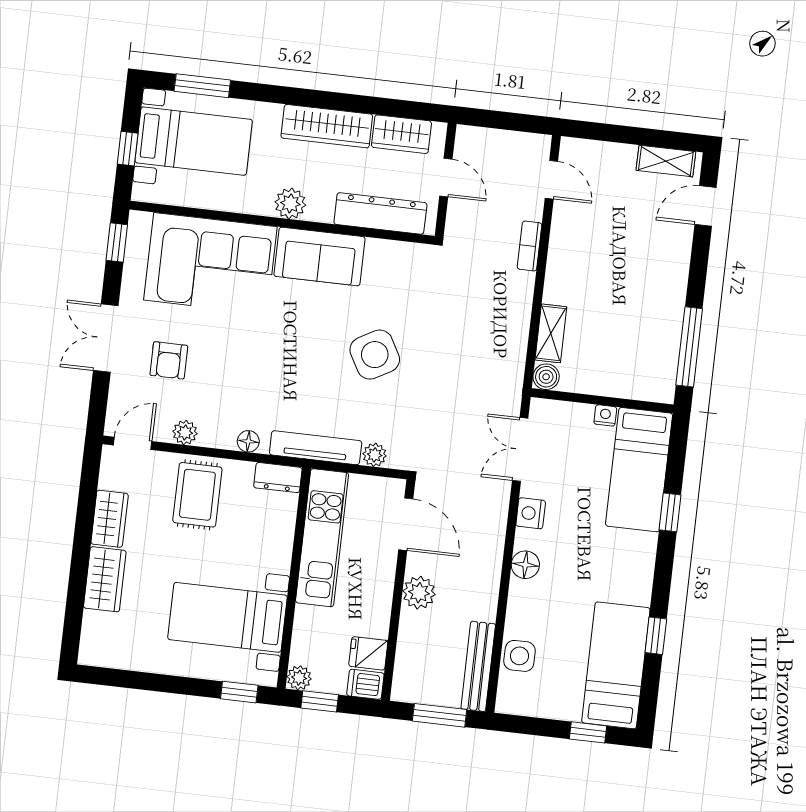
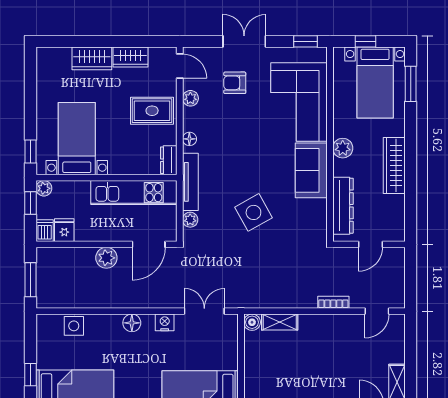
wardrobe: (402, 134) -> (395, 213), removed
nightstand: (605, 415) -> (232, 362), removed
bench: (478, 666) -> (64, 301), removed

